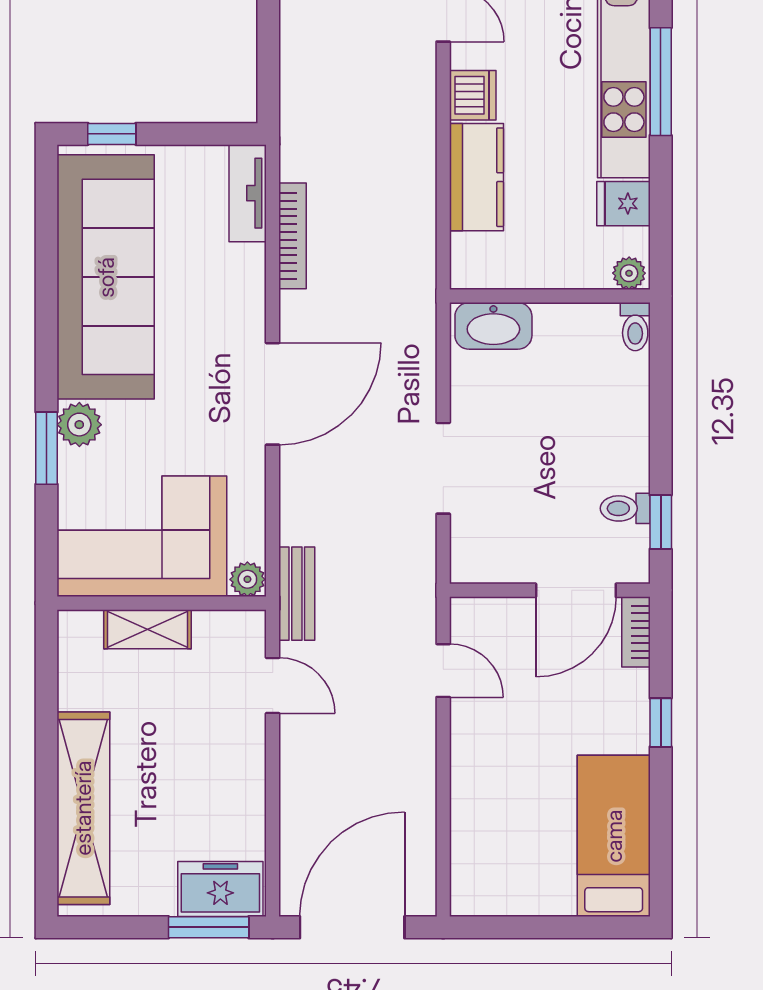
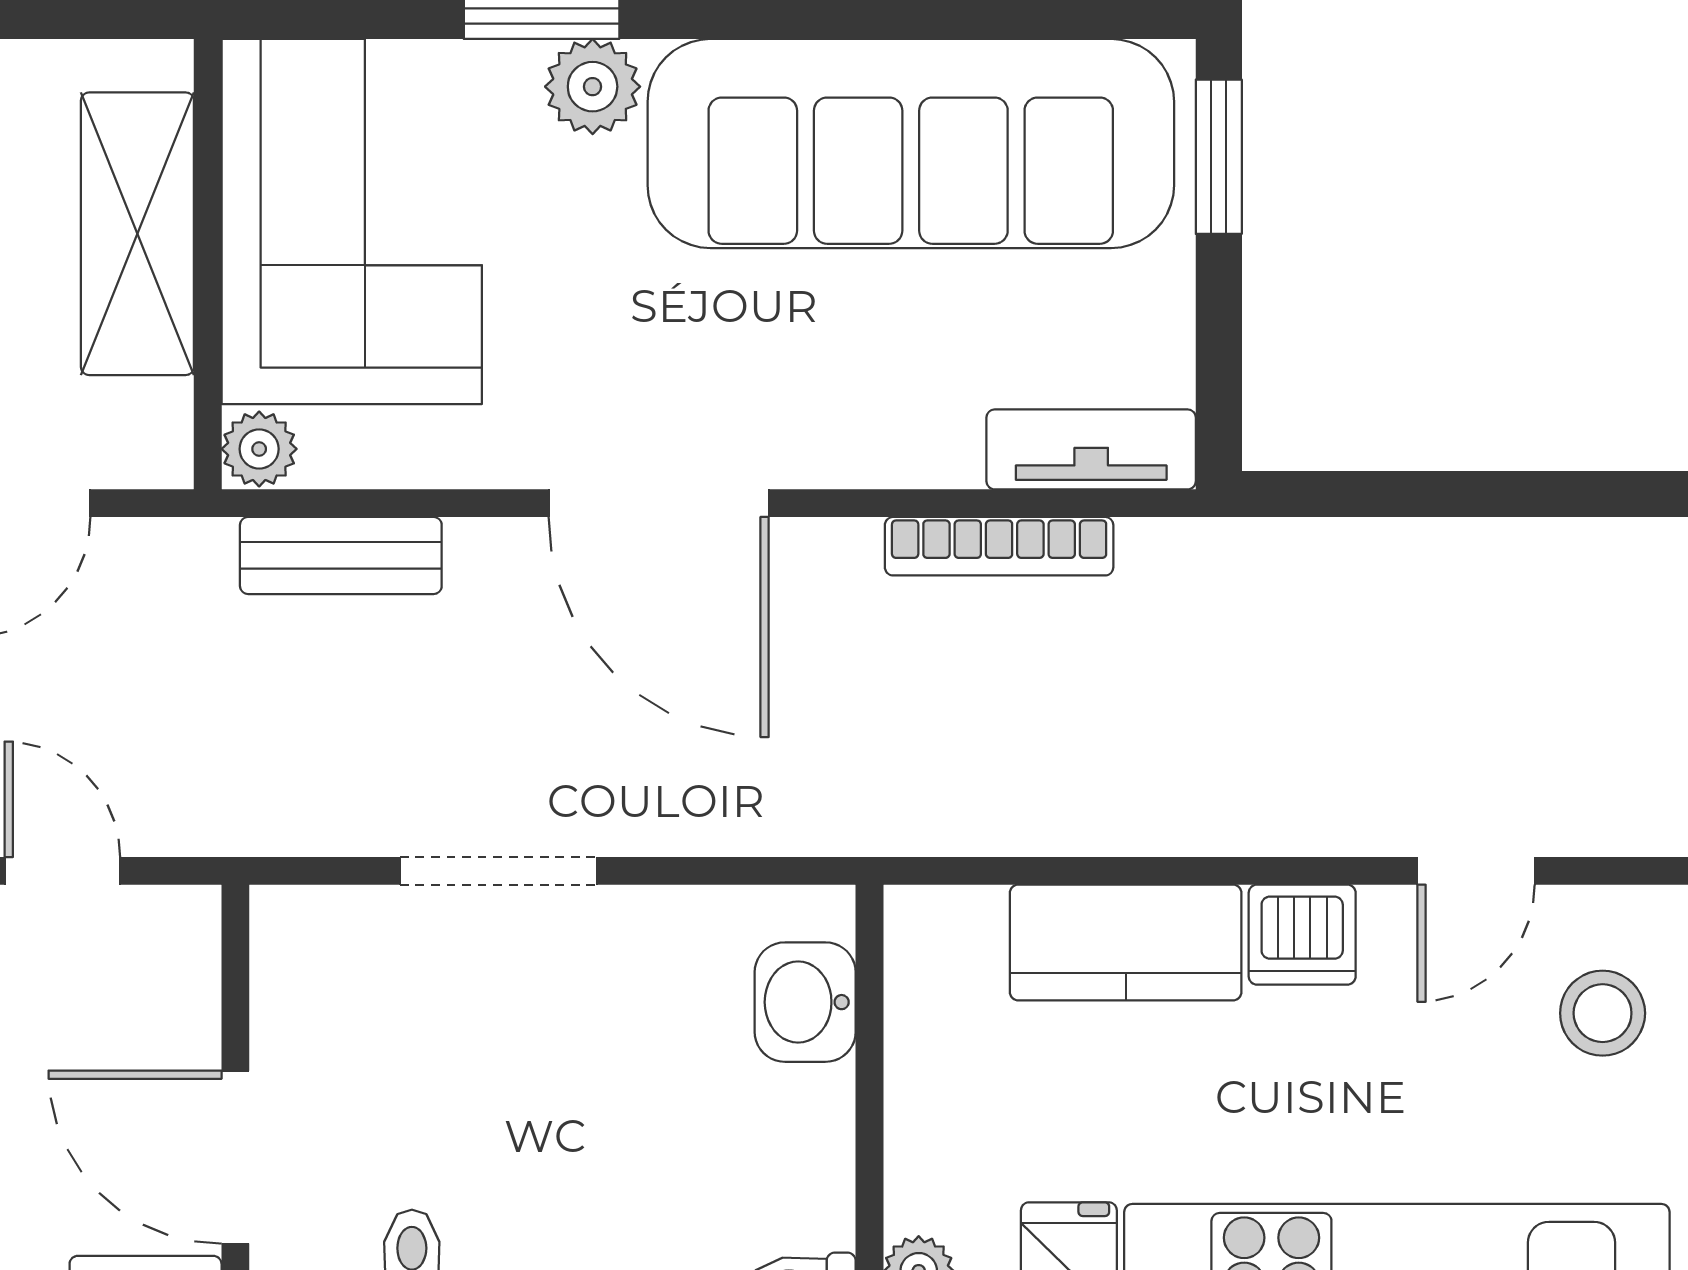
window: (112, 134) -> (1219, 157), width x1.50
washbasin: (493, 326) -> (805, 1002), width x0.72
bench: (297, 594) -> (341, 555), moved
shelving: (148, 629) -> (137, 234), width x1.50, depth x1.33
door: (443, 671) -> (62, 871), swing flipped

